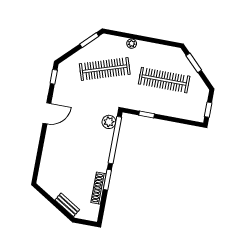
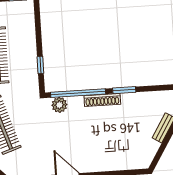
shoe rack: (98, 188) -> (102, 100), moved

